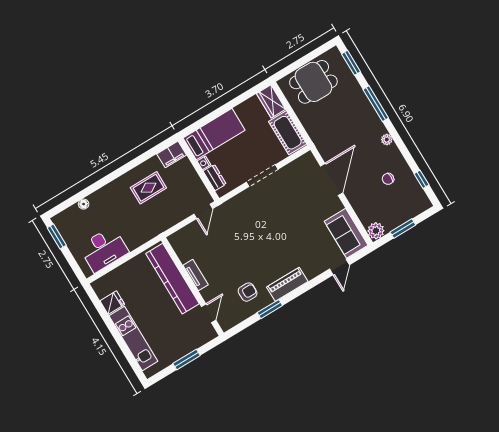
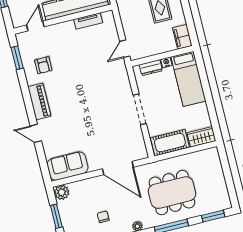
dining table: (313, 82) -> (172, 193), moved, width x1.38
door: (203, 211) -> (125, 49), hinge flipped
door: (339, 267) -> (36, 133), moved
tv unit: (196, 275) -> (88, 21), moved
window: (270, 309) -> (17, 58), moved
door: (209, 313) -> (35, 26), swing flipped

